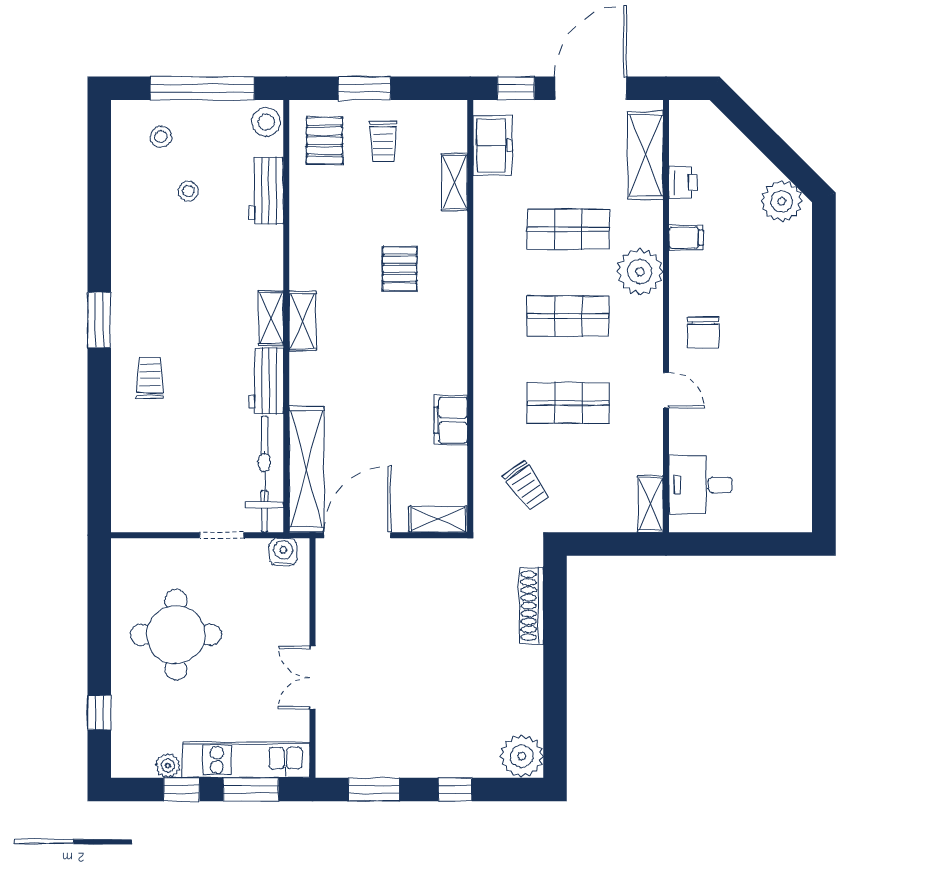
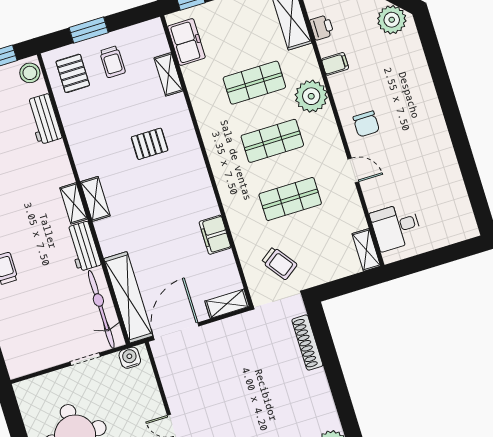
pallet: (400, 269) -> (150, 144), turned 90

